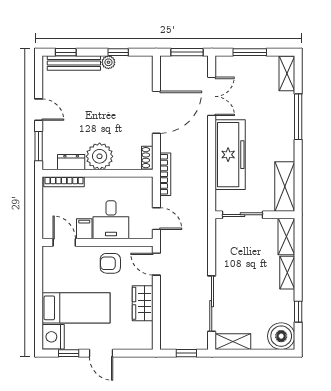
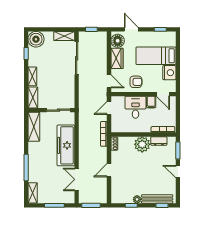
door: (156, 112) -> (109, 170), width x0.53
door: (156, 219) -> (109, 108), hinge flipped
floor lamp: (142, 333) -> (118, 41), added
nightstand: (53, 337) -> (169, 73), moved
door: (101, 353) -> (131, 29), moved

